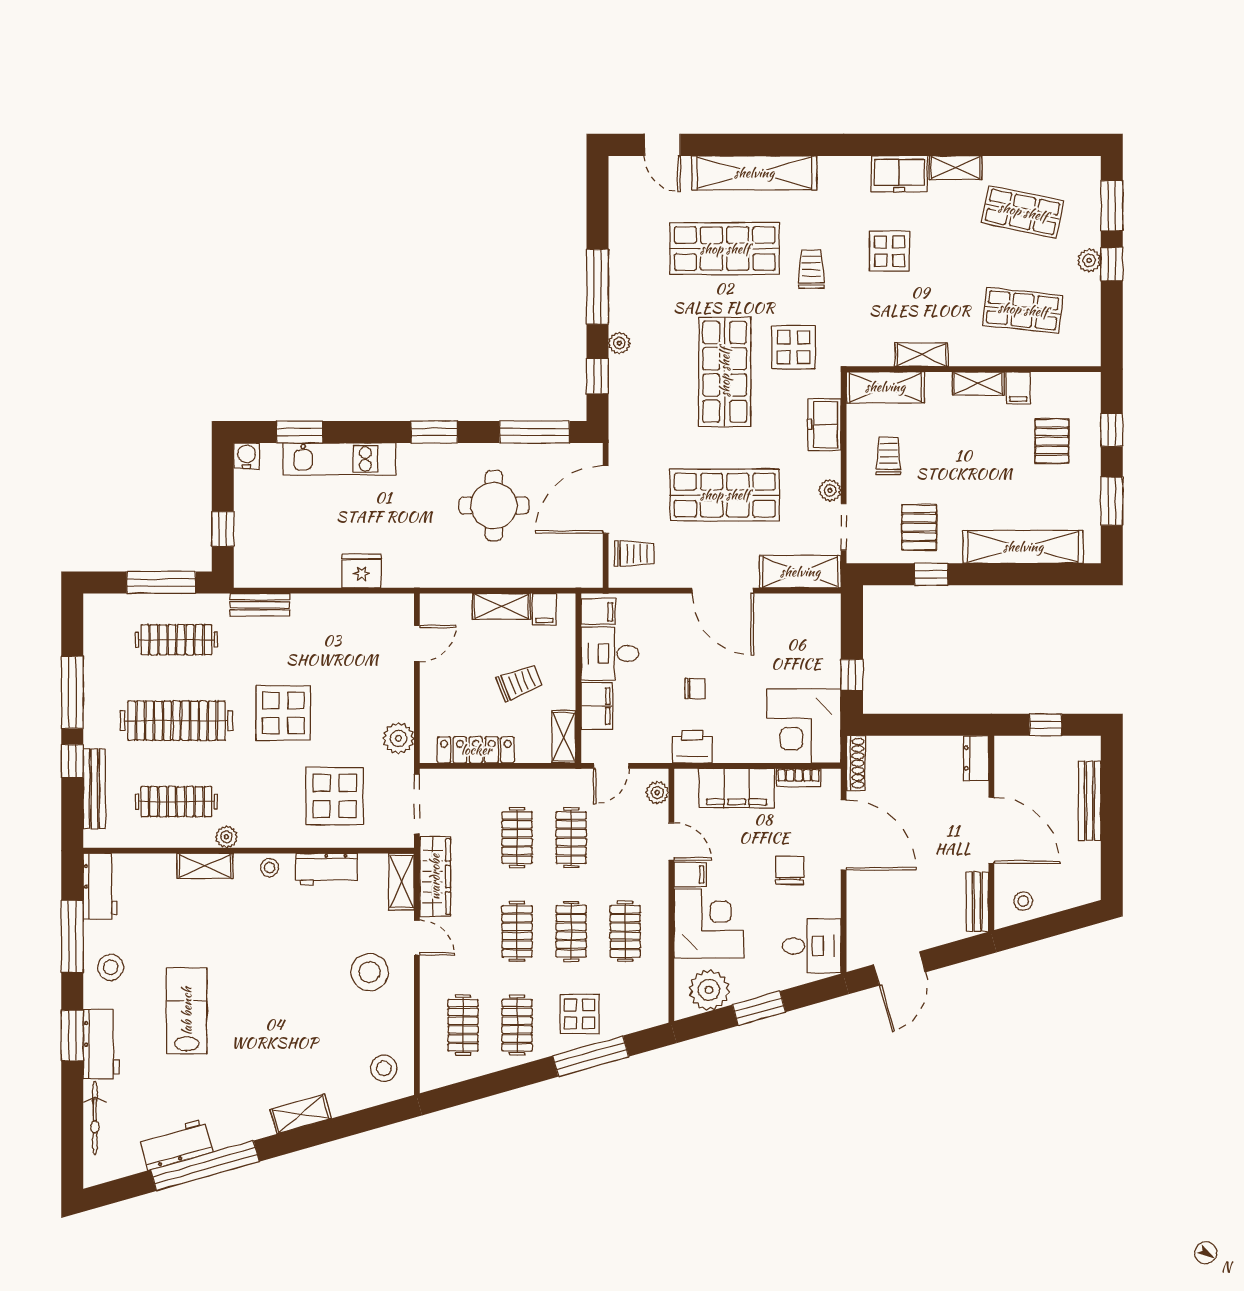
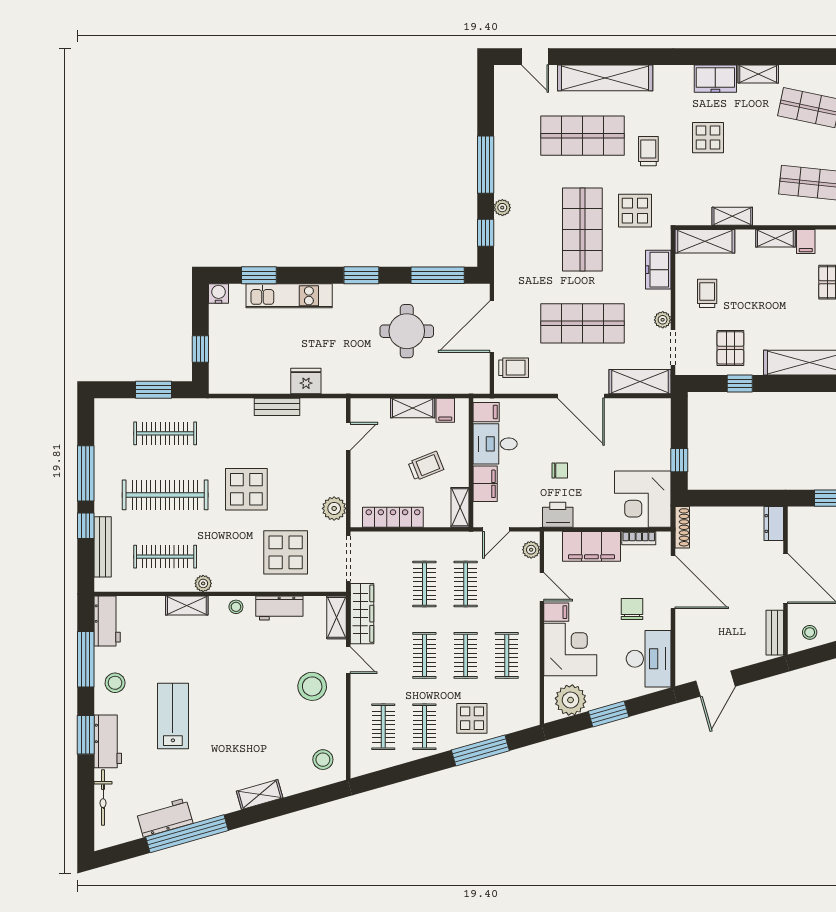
window: (161, 583) -> (153, 390), width x0.69
bench: (260, 605) -> (277, 407), moved
desk: (812, 946) -> (649, 659), width x1.37

